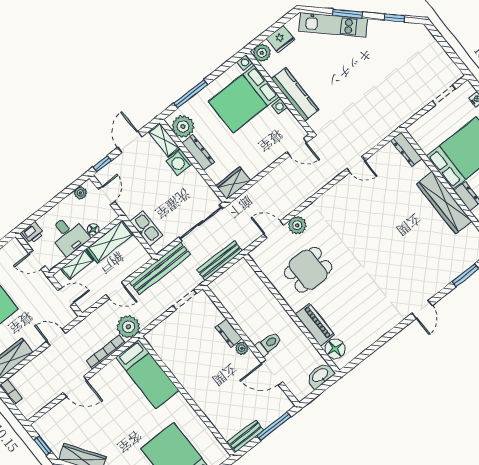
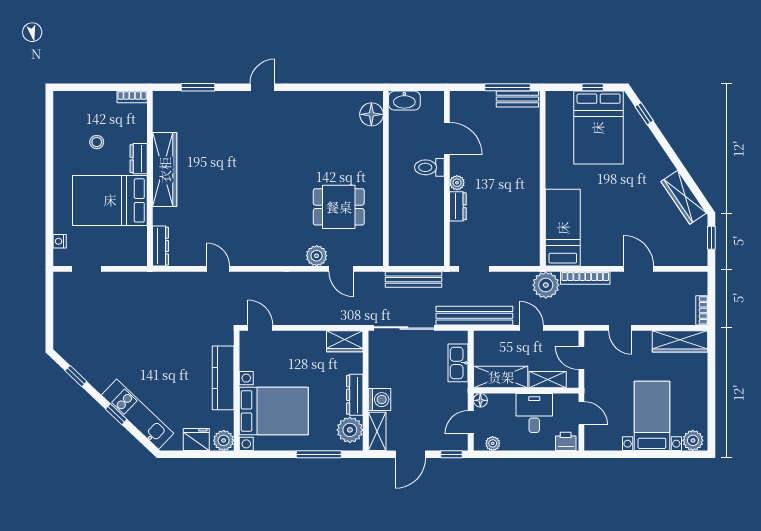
window: (347, 14) -> (116, 414), width x0.67
floor lamp: (93, 230) -> (480, 400), moved
piano: (315, 324) -> (372, 151), removed
window: (274, 426) -> (508, 87), moved

